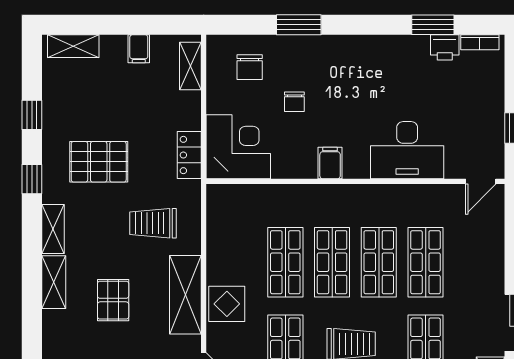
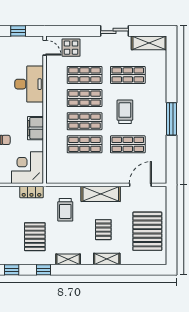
filing cabinet: (330, 163) -> (35, 128), width x2.00
shelving: (54, 282) -> (107, 259), moved
pallet: (113, 300) -> (103, 230), turned 90
display table: (227, 304) -> (71, 48), moved

